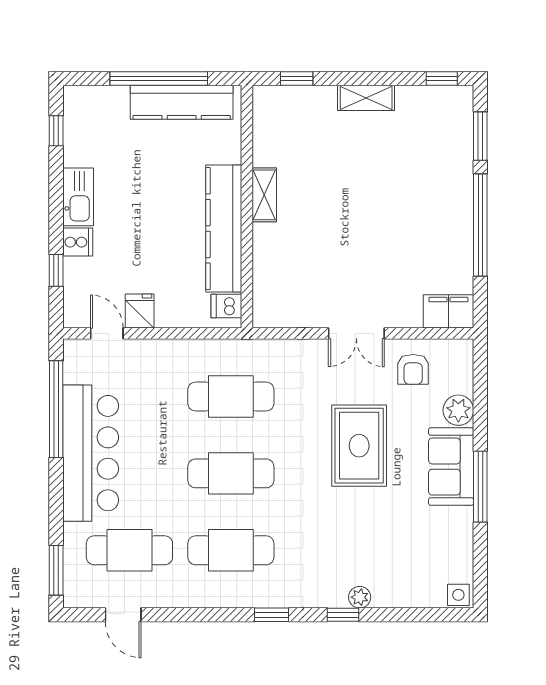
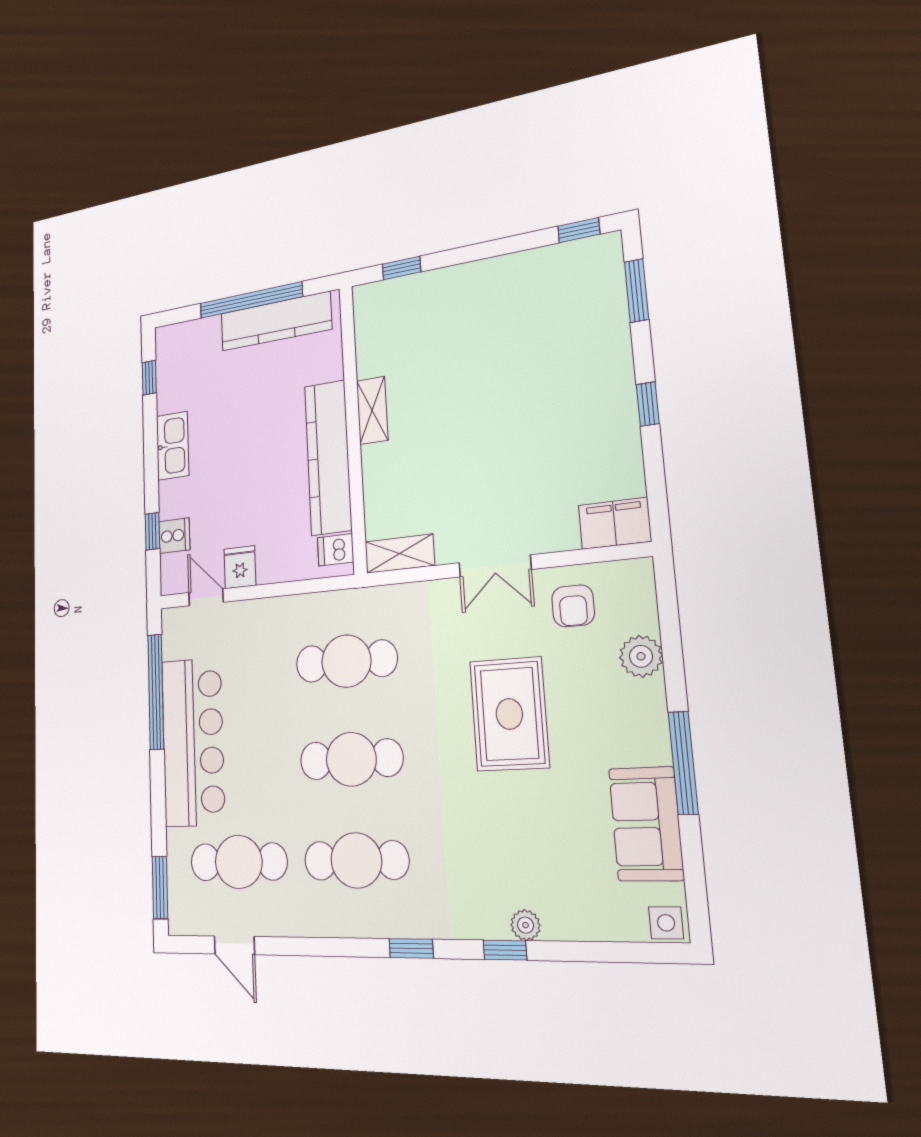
shelving: (366, 98) -> (400, 554), moved
window: (480, 225) -> (648, 404), width x0.32
cooker: (78, 242) -> (174, 536), moved
sofa: (451, 467) -> (646, 824), moved

